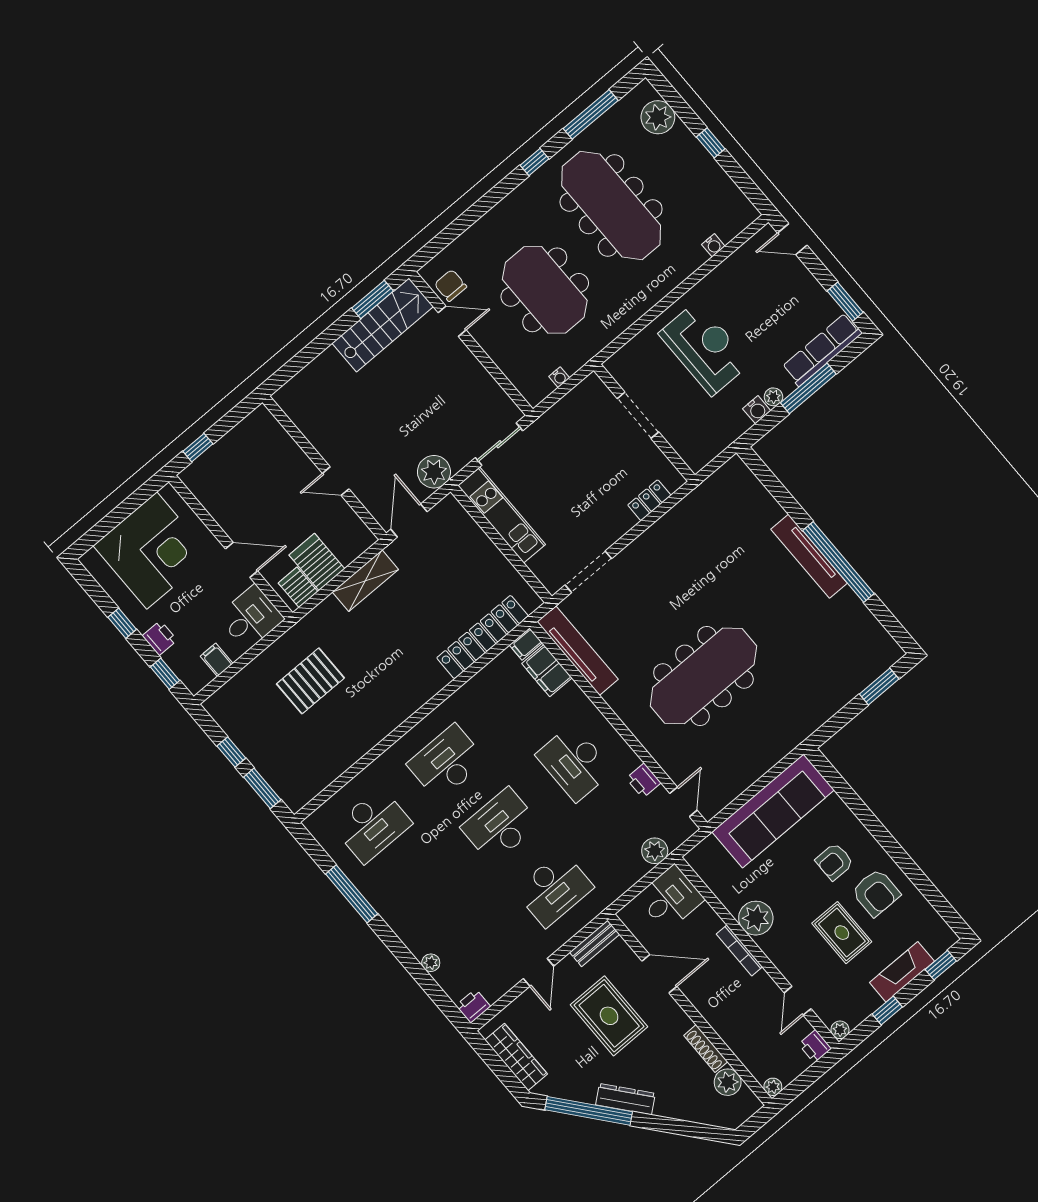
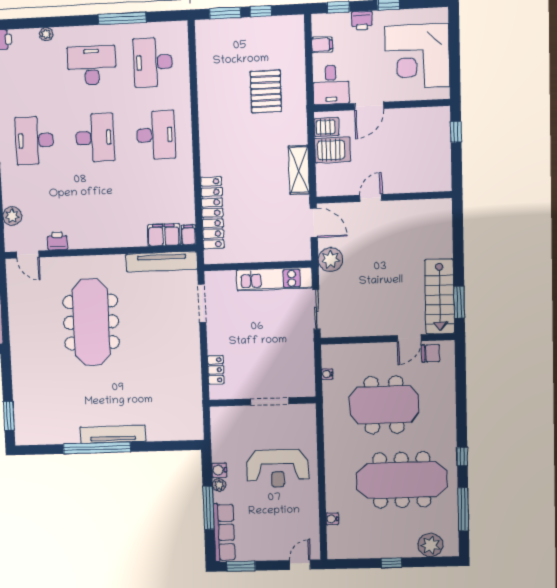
desk: (574, 763) -> (92, 65), moved

